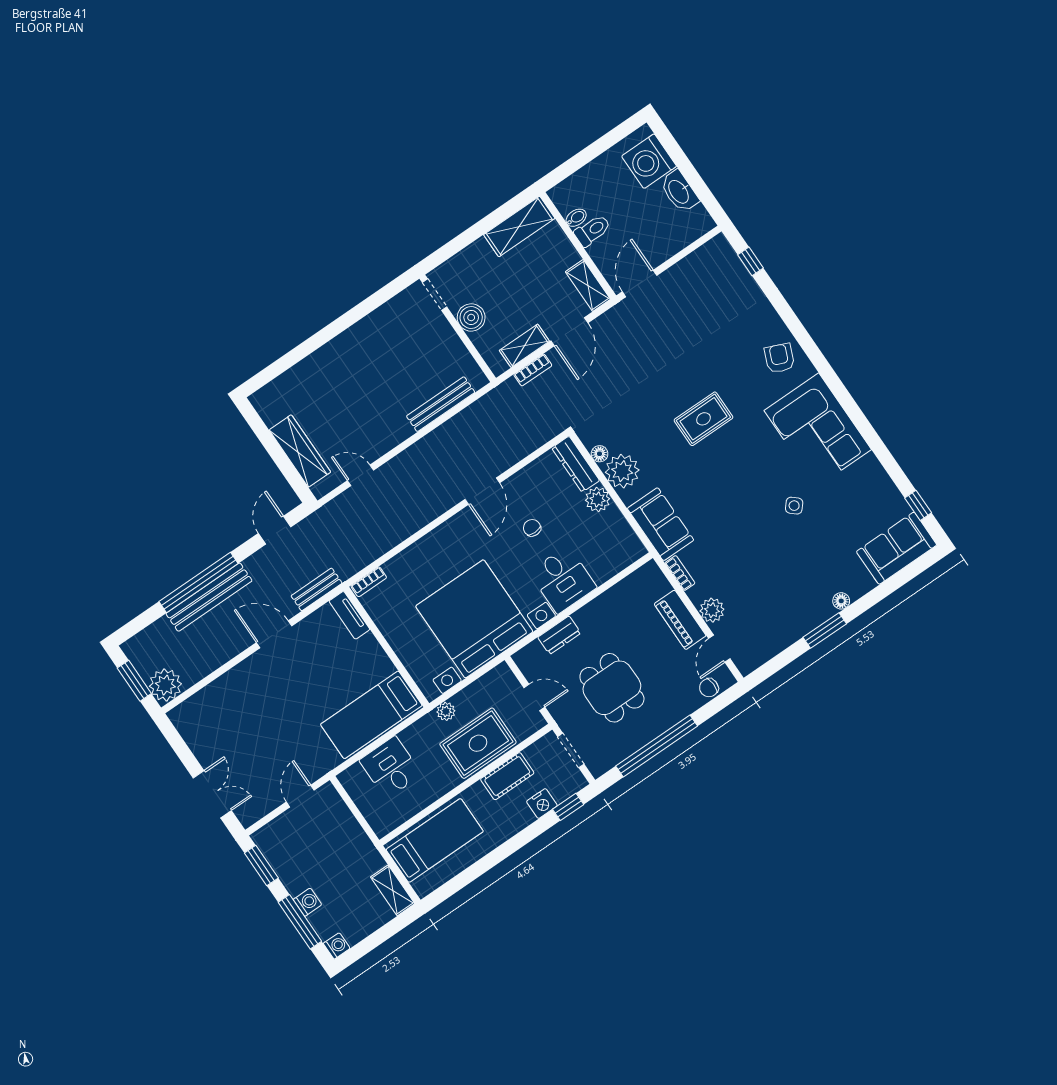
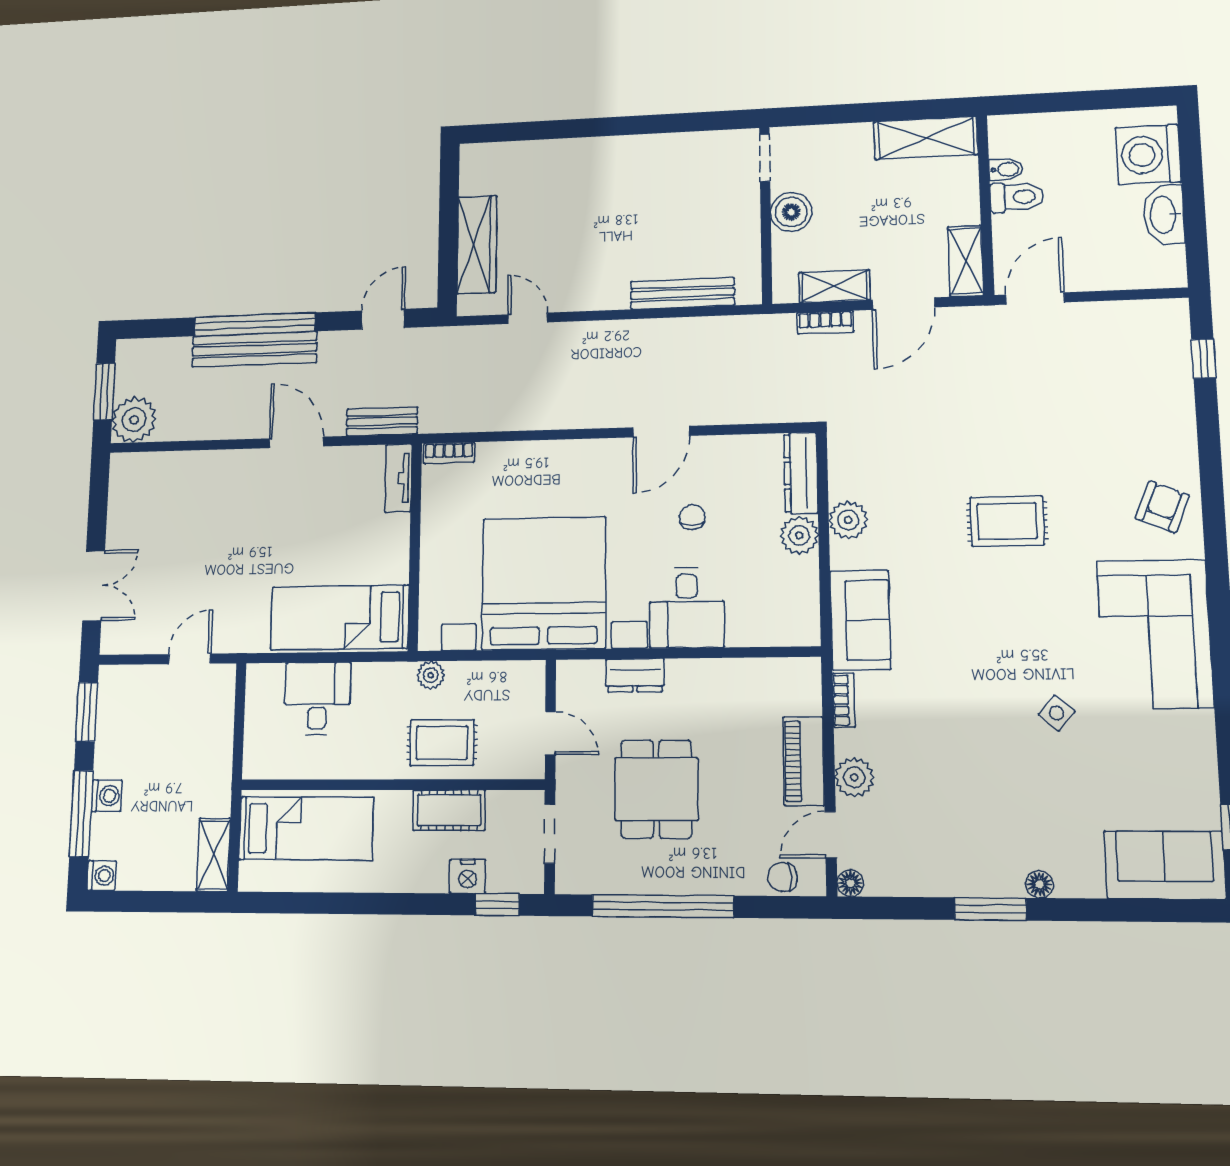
floor lamp: (600, 454) -> (850, 883), moved
plant: (622, 471) -> (848, 520), width x0.73, depth x0.73
rug: (478, 743) -> (442, 743), width x0.73, depth x0.70

